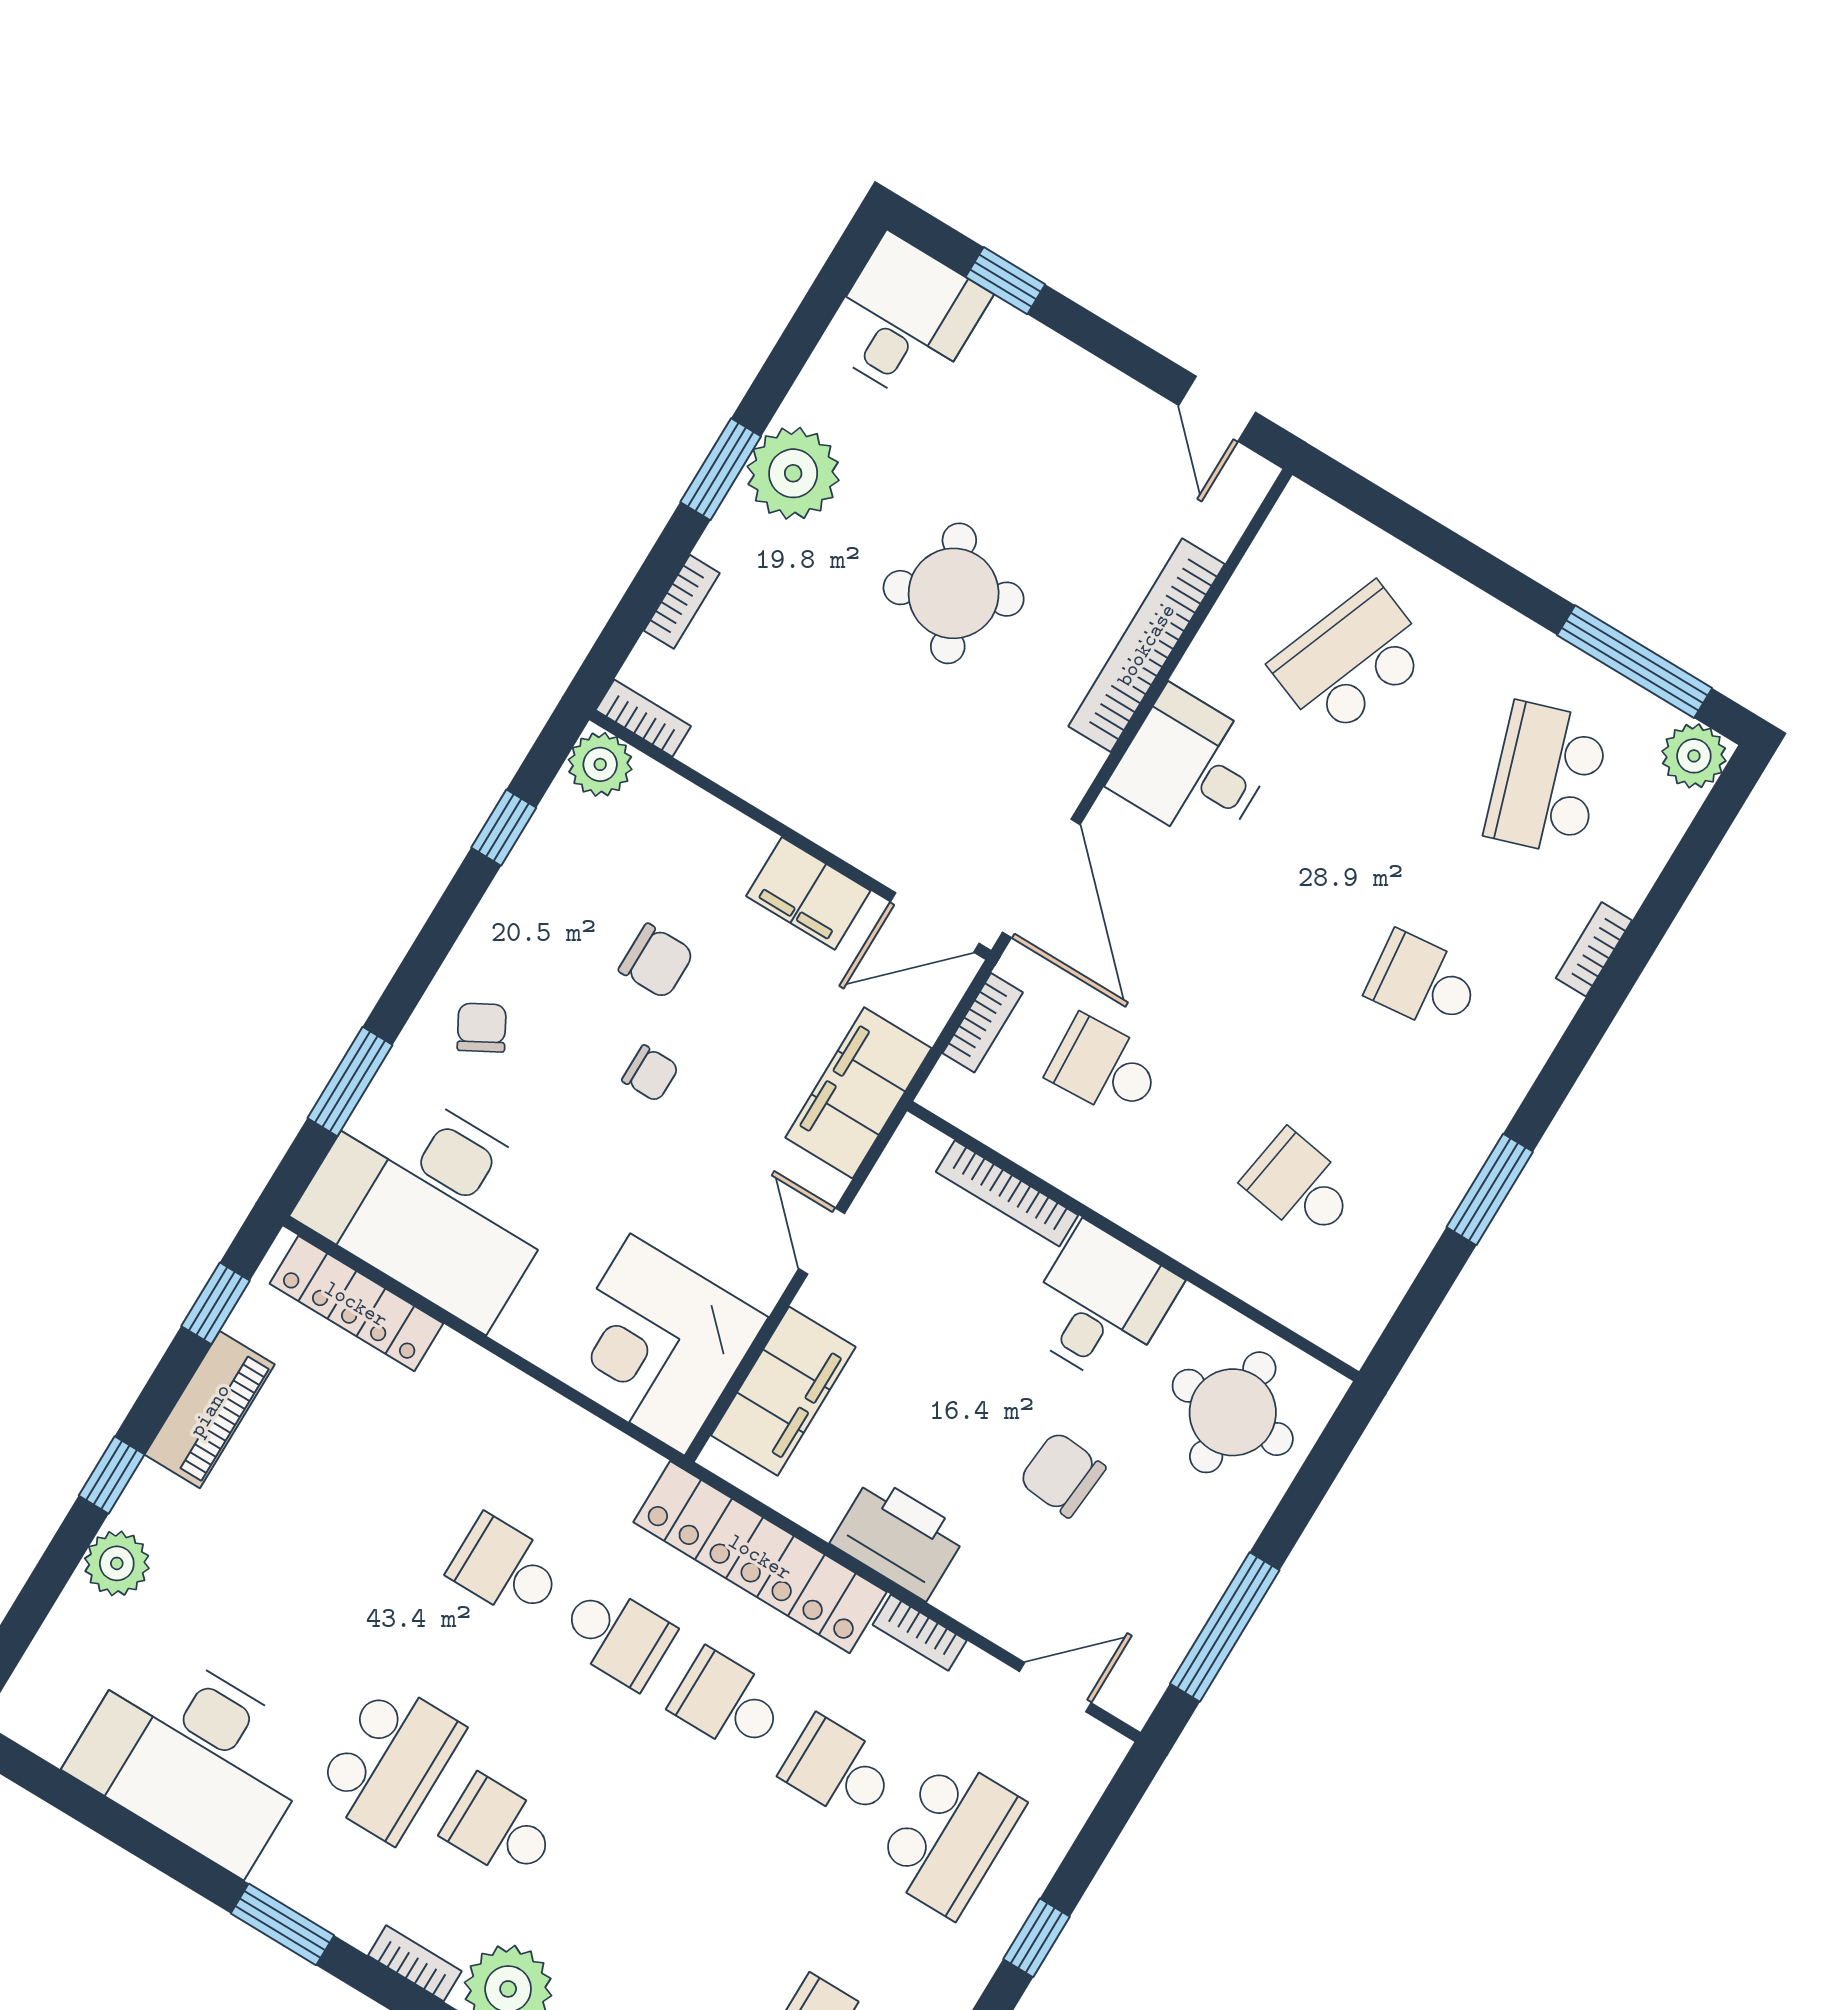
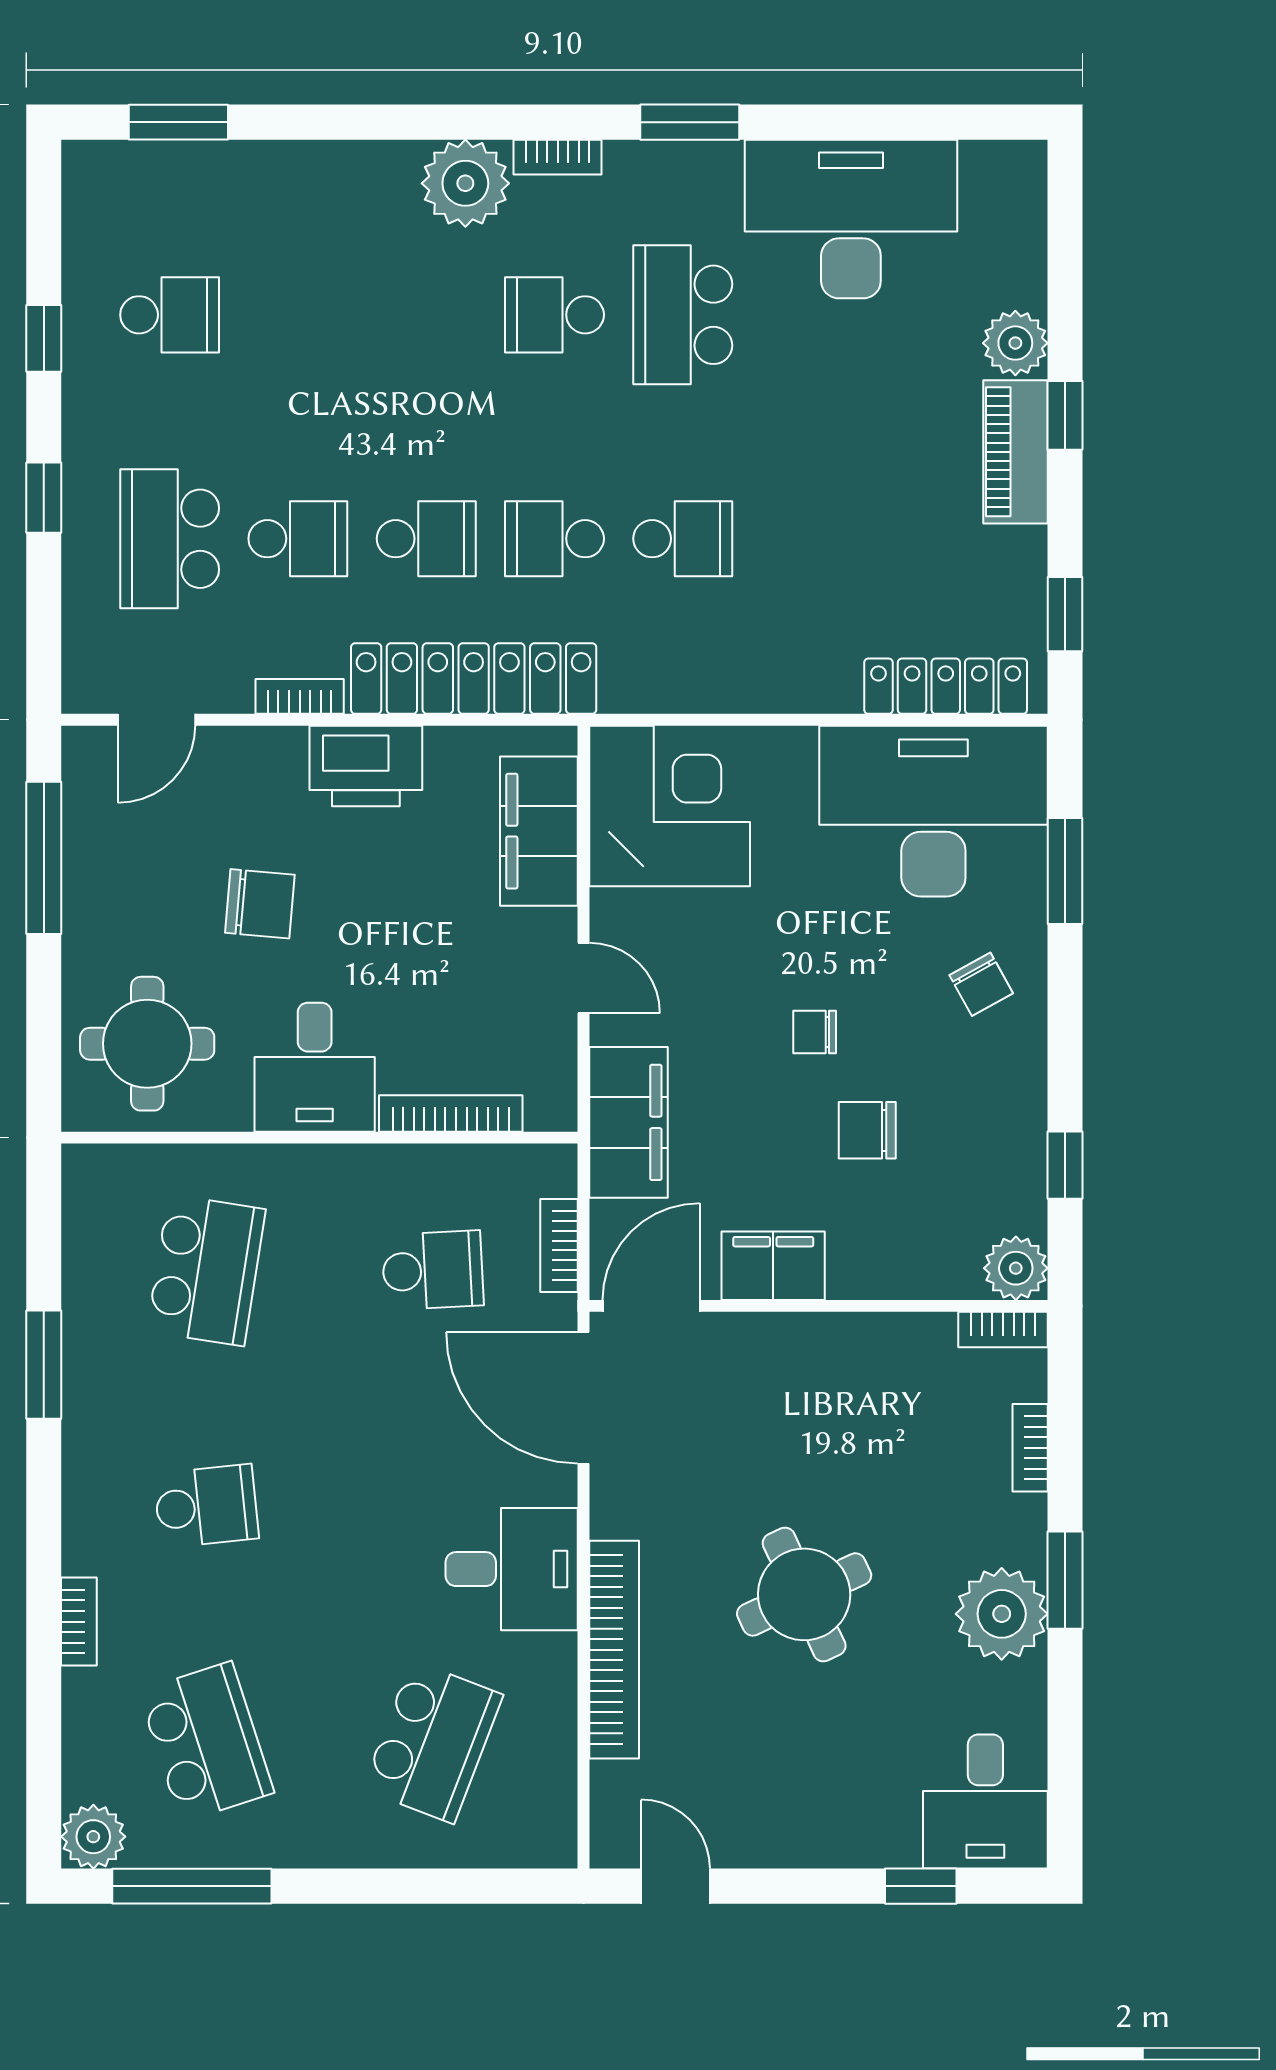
school desk: (1300, 1186) -> (206, 1270), width x1.85
piano: (210, 1410) -> (1016, 452), moved
school desk: (500, 1829) -> (554, 315), turned 180

